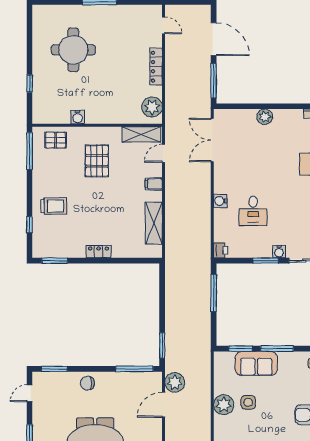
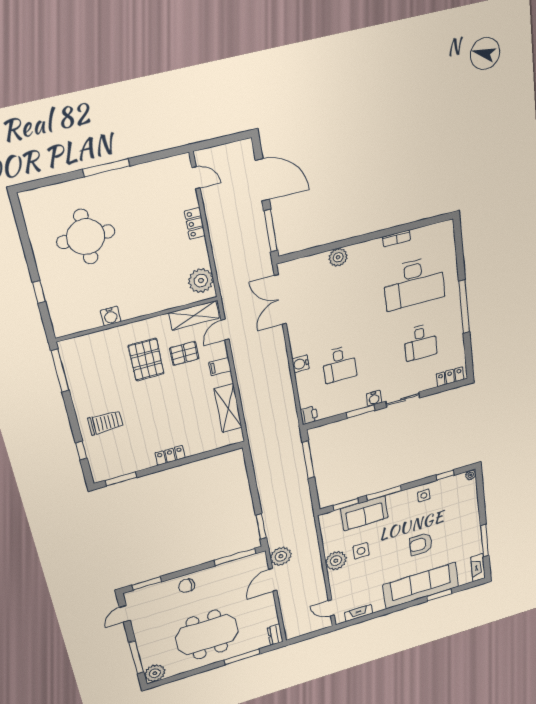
locker: (156, 67) -> (195, 223), width x0.66
pallet: (56, 140) -> (184, 353), moved

